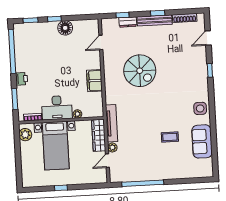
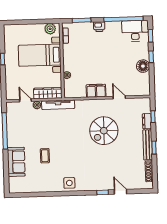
door: (208, 38) -> (120, 192), moved
door: (101, 42) -> (119, 97), moved
desk: (57, 108) -> (135, 31), moved, turned 90
sofa: (202, 141) -> (16, 162), moved, turned 90

